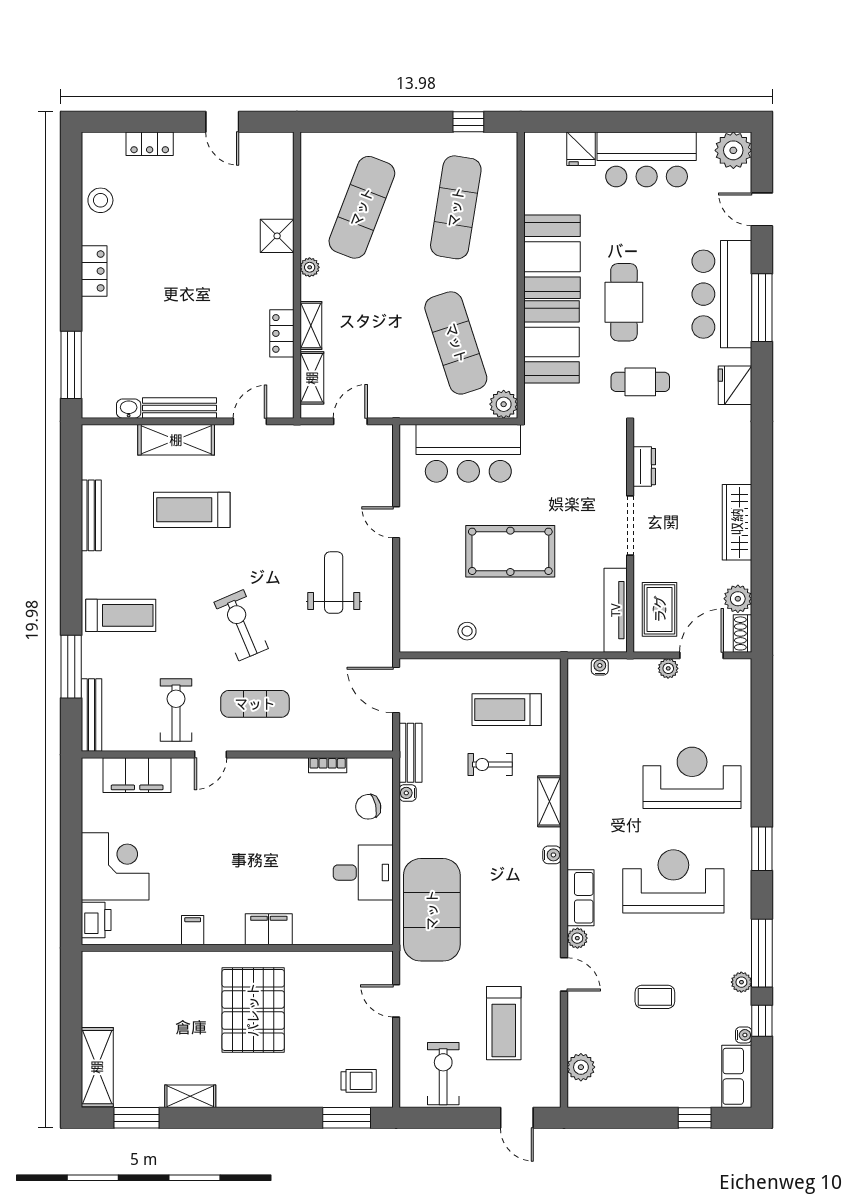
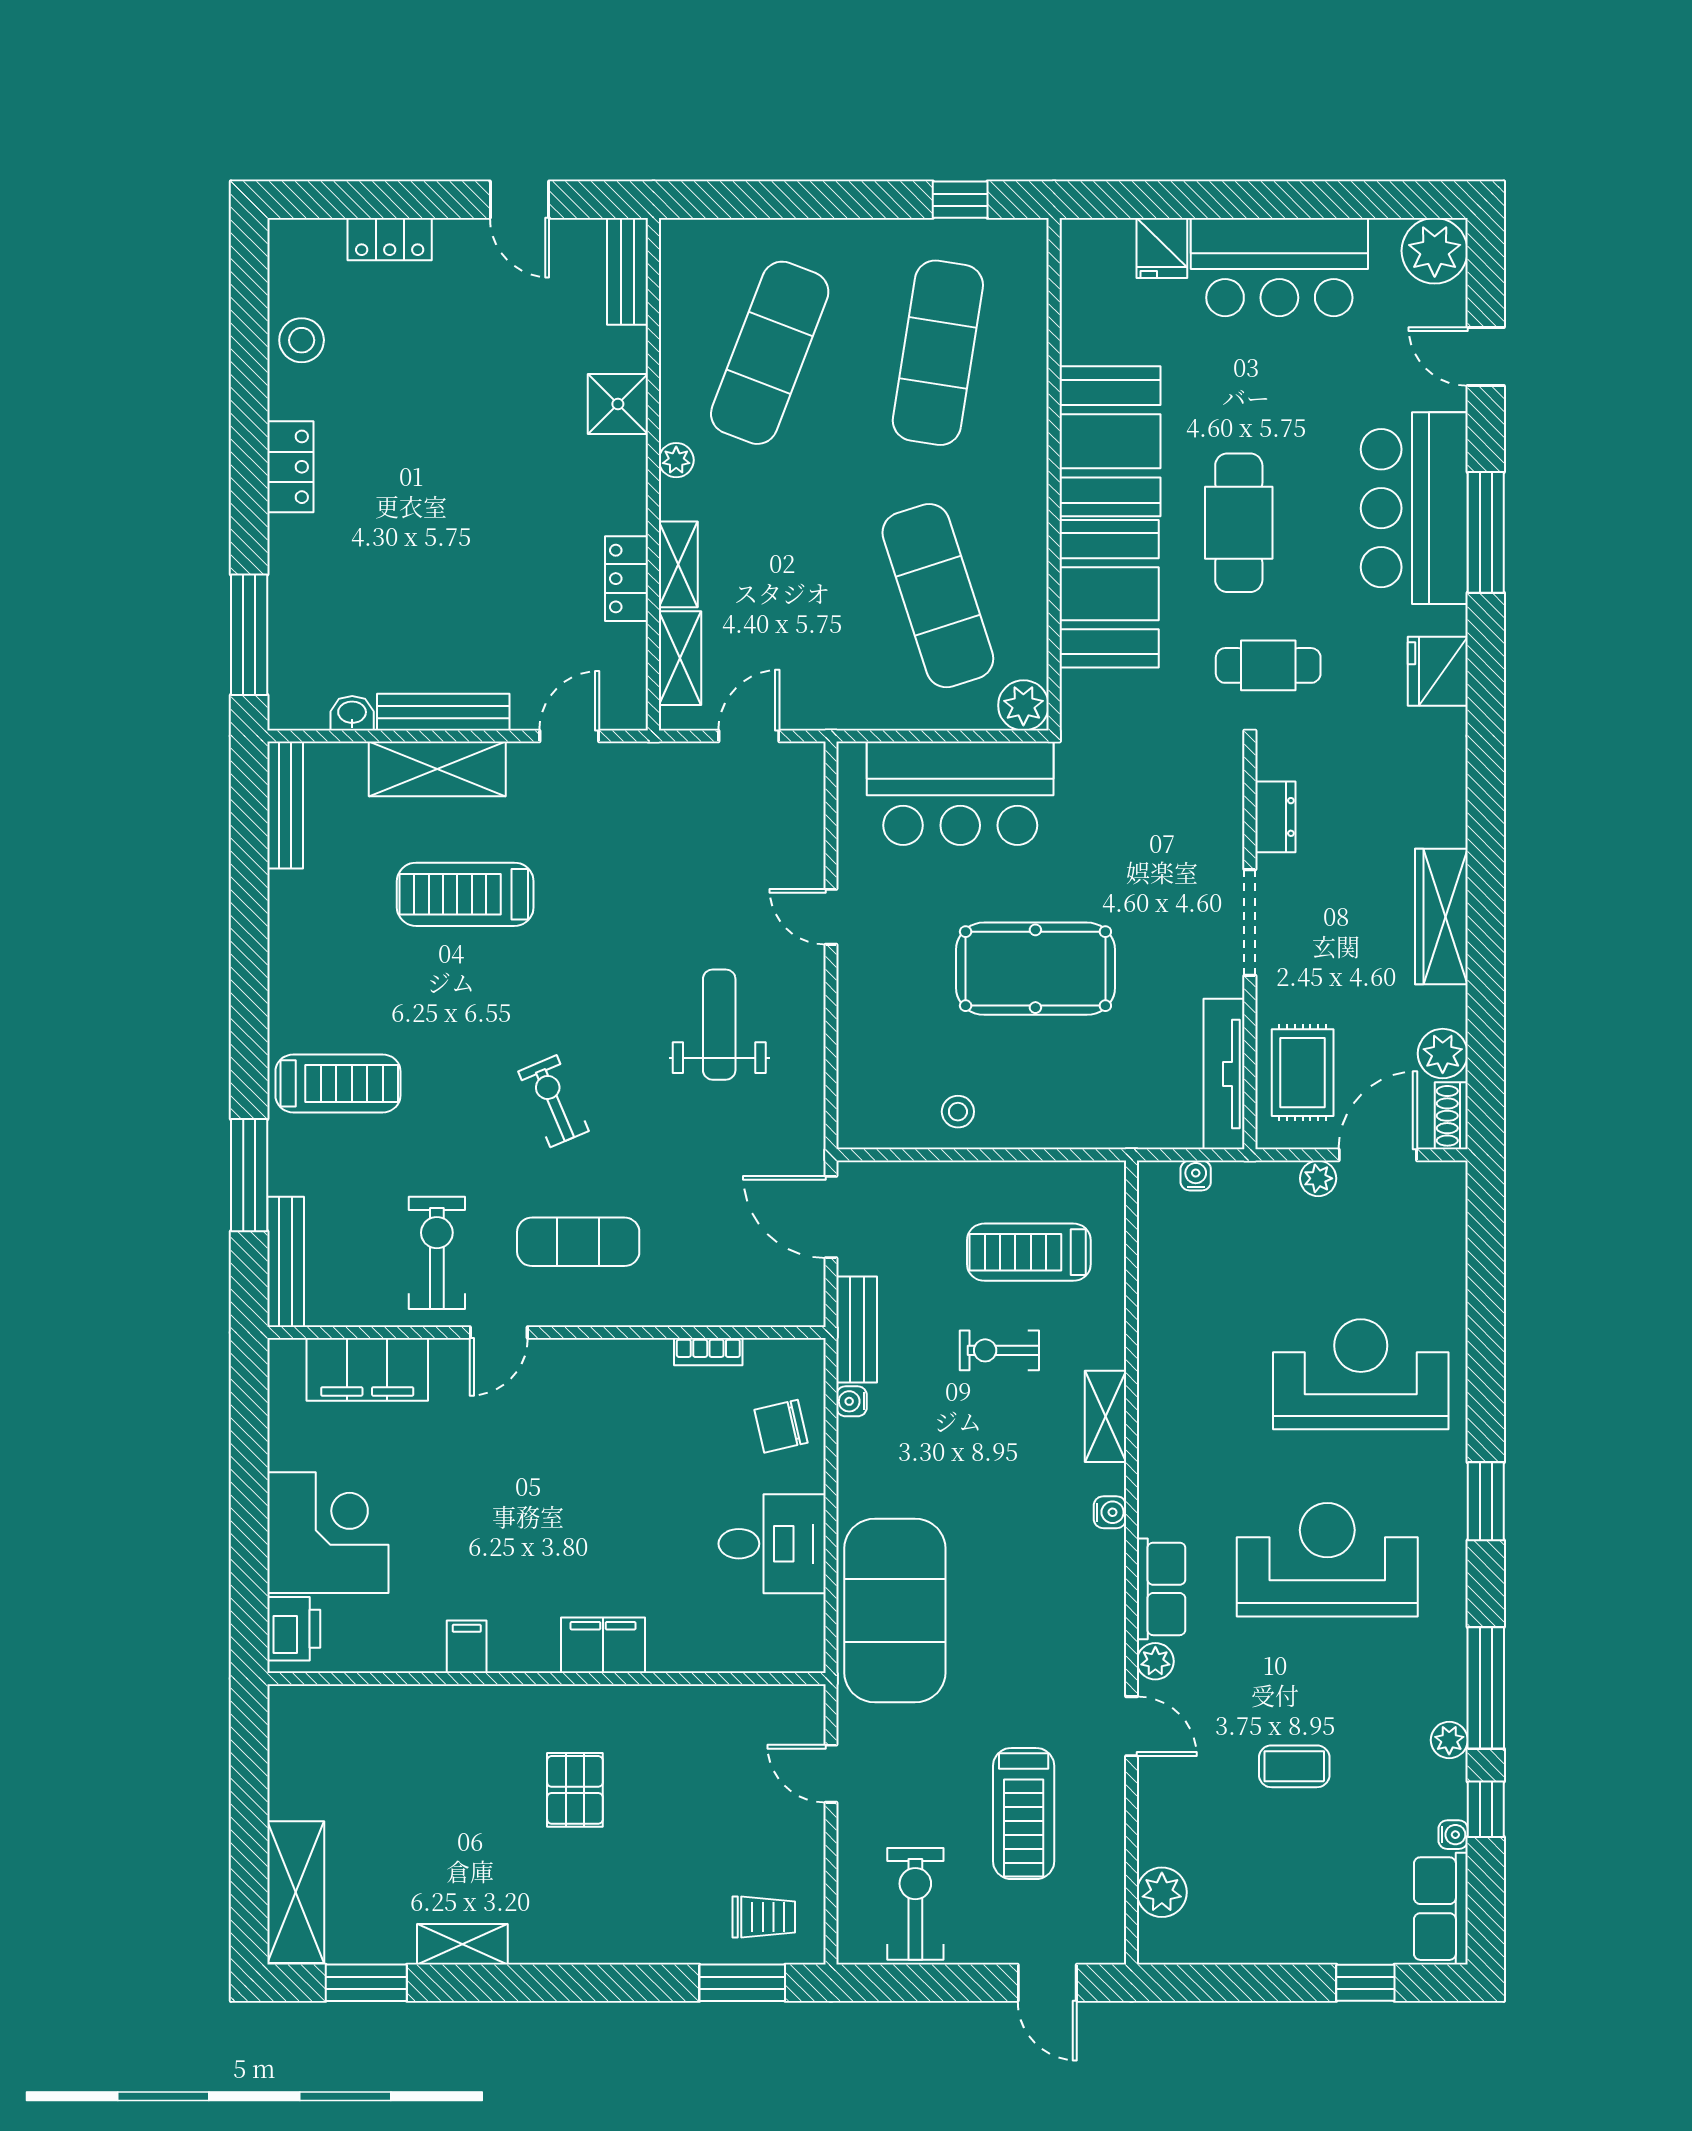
bench: (282, 162) -> (628, 271), added
bench: (91, 515) -> (285, 805), moved
exercise bike: (241, 625) -> (553, 1101), width x0.73, depth x0.72
pallet: (253, 1010) -> (575, 1790), width x0.49, depth x0.50

